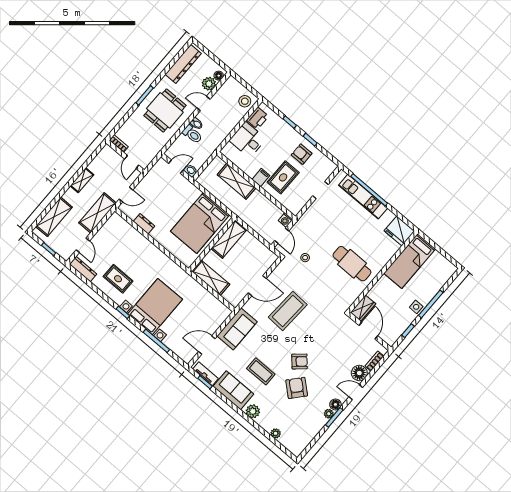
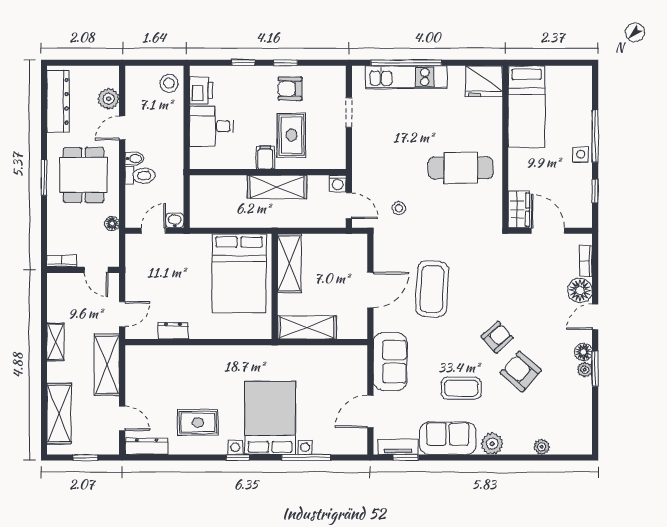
floor lamp: (219, 76) -> (112, 223), moved
shelving: (236, 181) -> (277, 187), moved

